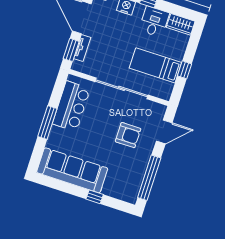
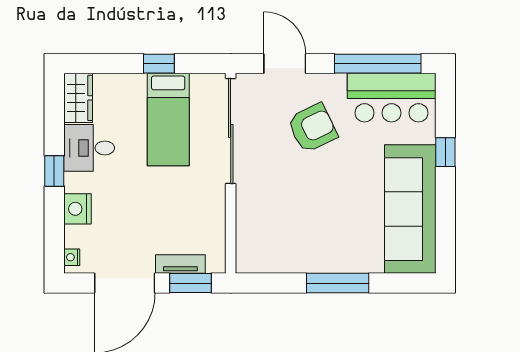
sliding door: (122, 88) -> (231, 131), moved
bar counter: (71, 106) -> (391, 98), moved, turned 180
armchair: (128, 135) -> (312, 128), turned 64

